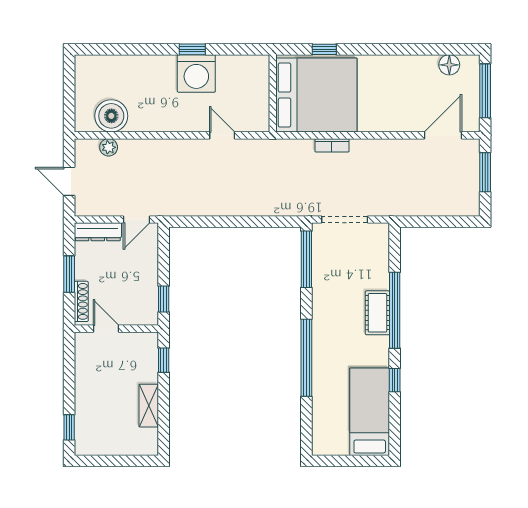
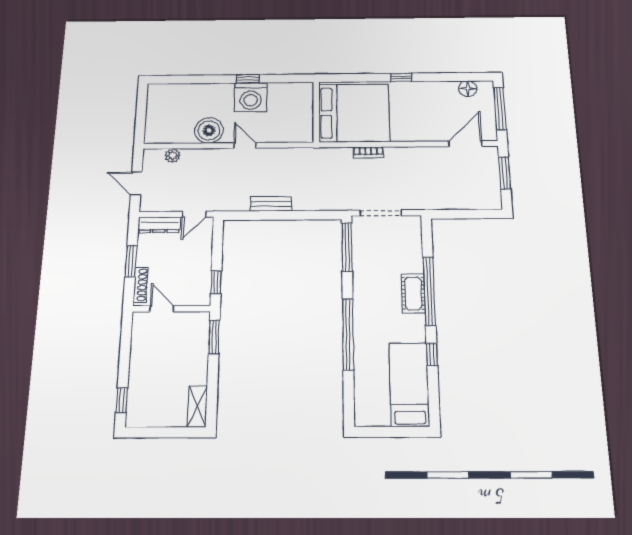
window: (324, 49) -> (401, 77), moved
boiler: (111, 116) -> (209, 130), moved
door: (222, 135) -> (245, 145), moved
bench: (222, 207) -> (271, 204), added
window: (164, 360) -> (214, 337), width x1.50
shelving: (149, 406) -> (197, 406), moved

